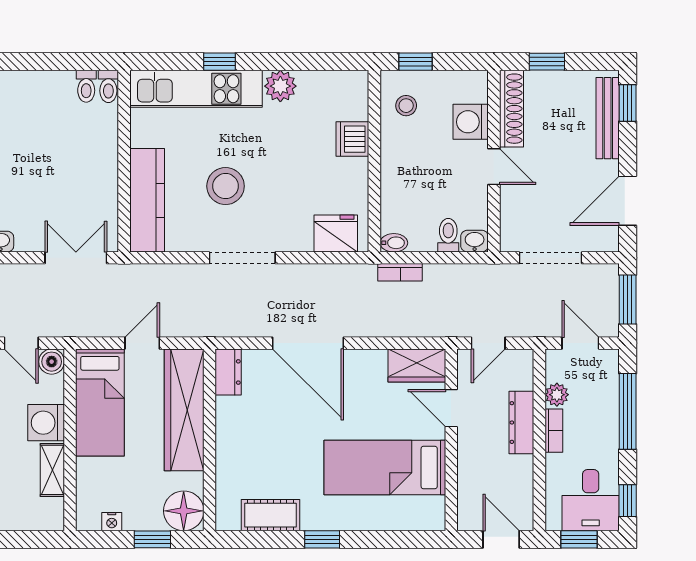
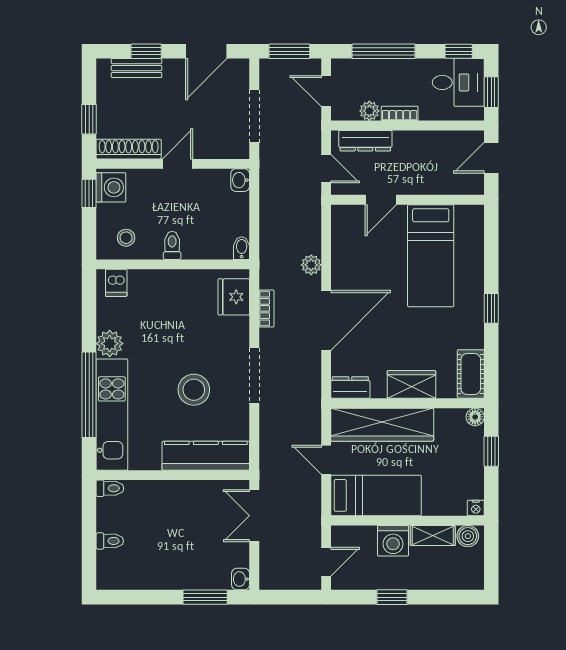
window: (220, 62) -> (89, 395), width x3.17
window: (415, 62) -> (89, 193), moved
toilet: (86, 86) -> (110, 541), moved
window: (628, 103) -> (146, 51), moved
bench: (608, 118) -> (137, 68), width x0.73
washing machine: (471, 122) -> (111, 187), moved, turned -90
dishwasher: (352, 139) -> (116, 283), moved, width x0.73
door: (628, 201) -> (206, 51), hinge flipped
toilet: (448, 235) -> (172, 245), moved, turned 90
bookcase: (400, 272) -> (266, 308), moved
plant: (374, 326) -> (311, 265), added
door: (580, 343) -> (326, 91), hinge flipped
boiler: (52, 362) -> (468, 536), moved
wardrobe: (417, 365) -> (411, 384), moved, turned -90
dresser: (521, 423) -> (365, 141), moved
floor lamp: (184, 511) -> (475, 417), width x0.53, depth x0.53
cot: (270, 515) -> (471, 374), moved
nightstand: (112, 522) -> (476, 508), moved, turned 90

